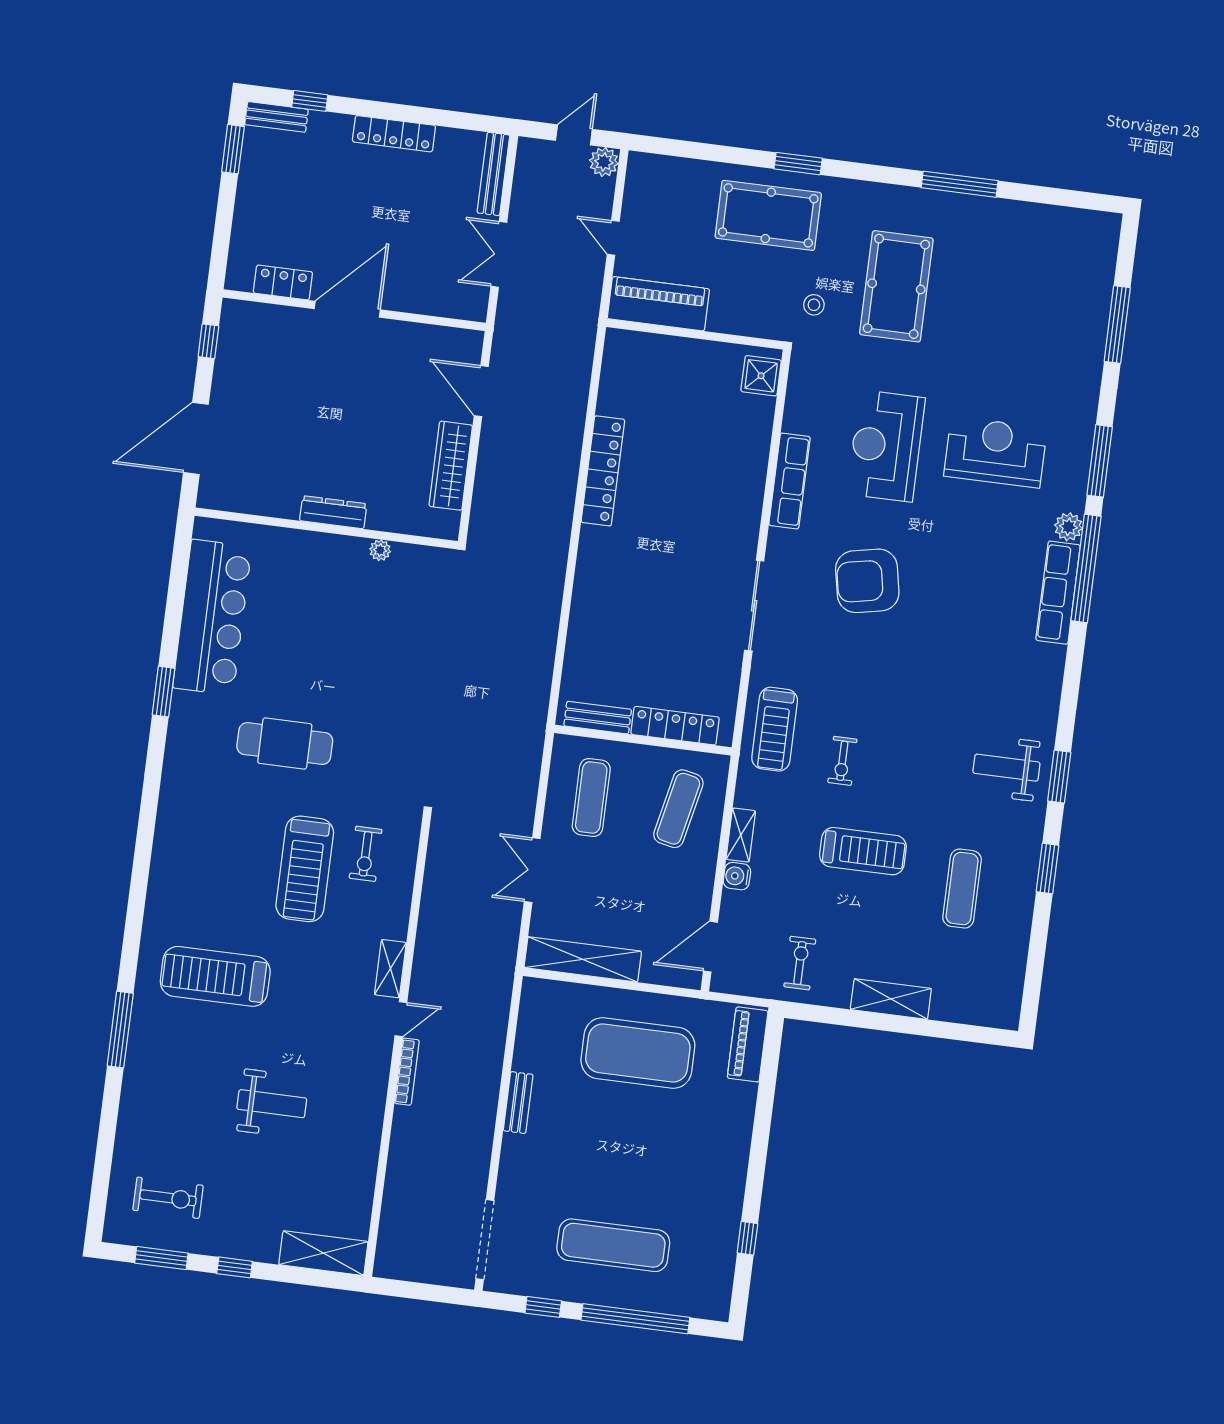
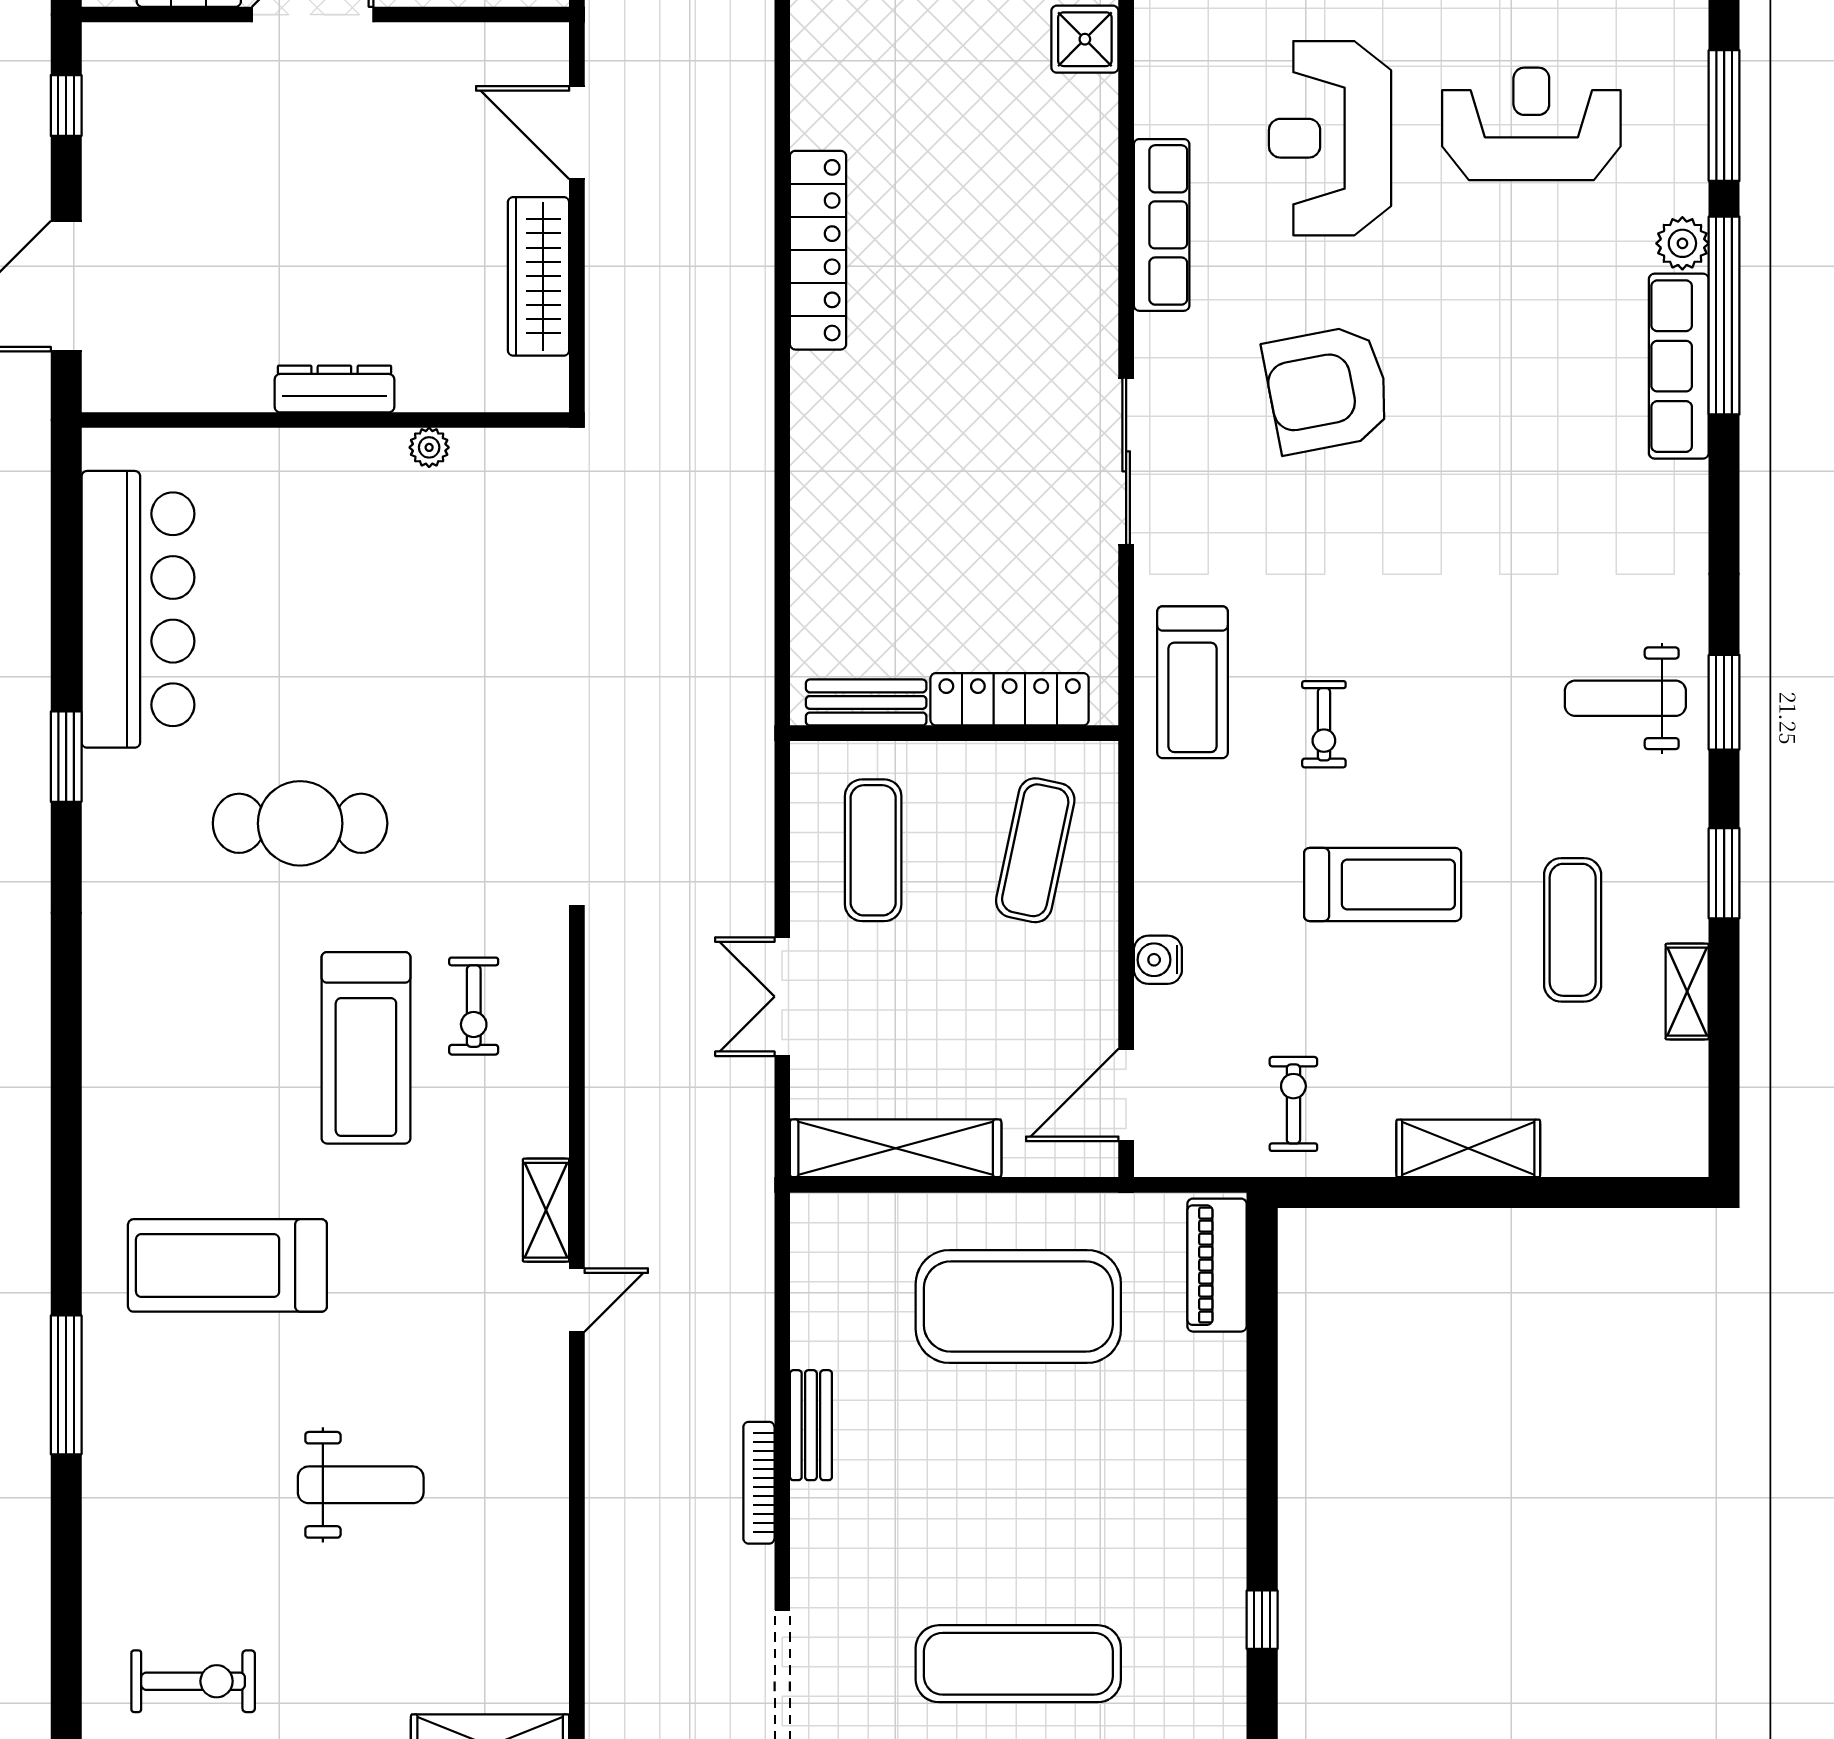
shelving: (741, 835) -> (1687, 992), moved
bookcase: (407, 1072) -> (759, 1483), moved, turned 180

